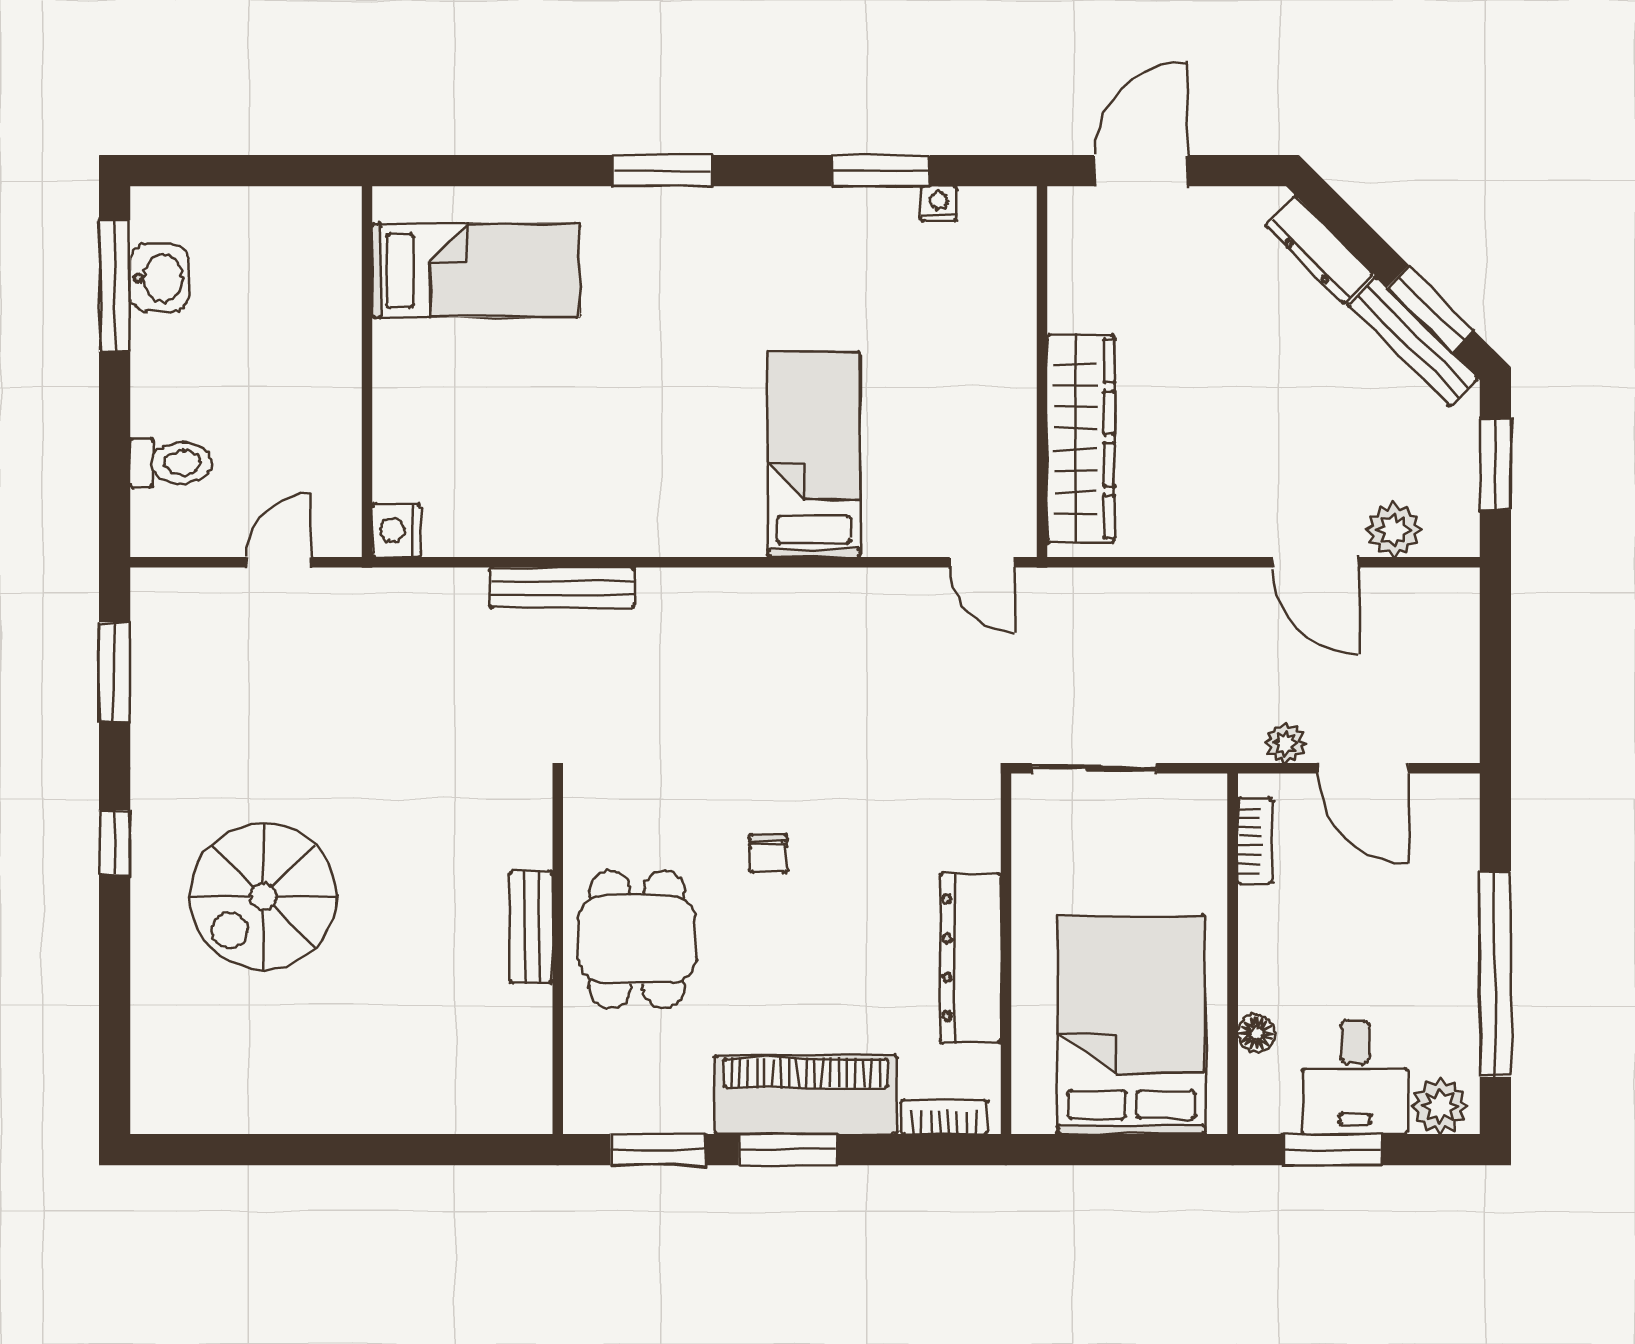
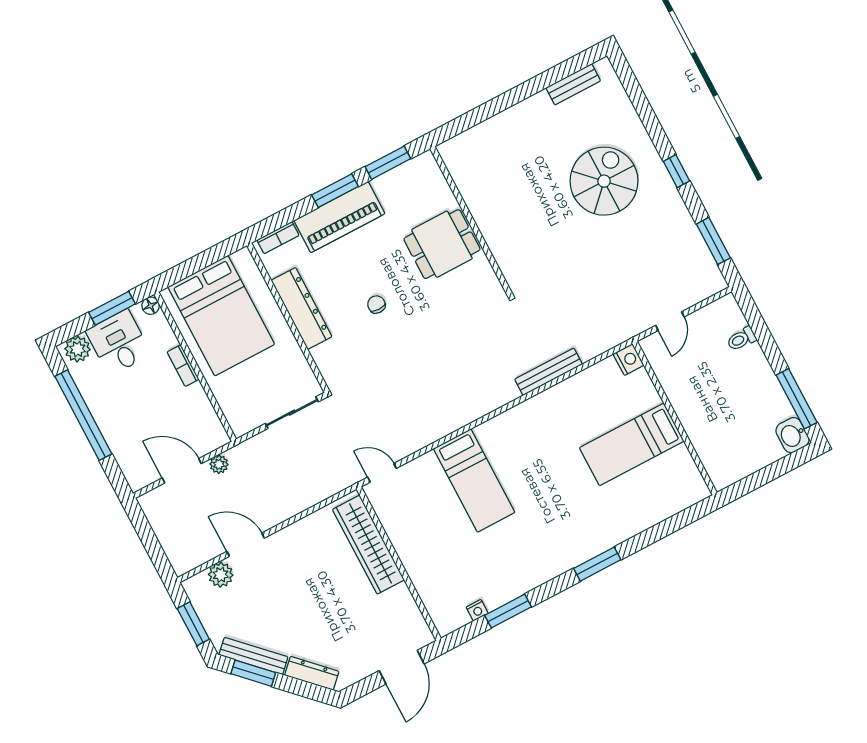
bed: (476, 271) -> (632, 444), moved
washbasin: (159, 278) -> (792, 435), moved
toilet: (171, 463) -> (741, 339), width x0.73, depth x0.72
bookcase: (1255, 841) -> (183, 366), moved
chair: (768, 853) -> (376, 304), moved
bench: (531, 927) -> (573, 84), moved, turned 90
dining table: (637, 939) -> (442, 244), turned 90
floor lamp: (1256, 1033) -> (151, 306), moved

